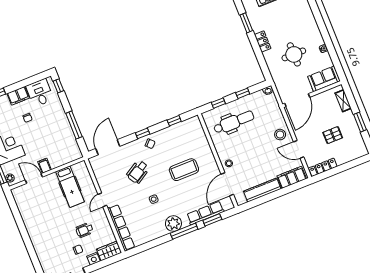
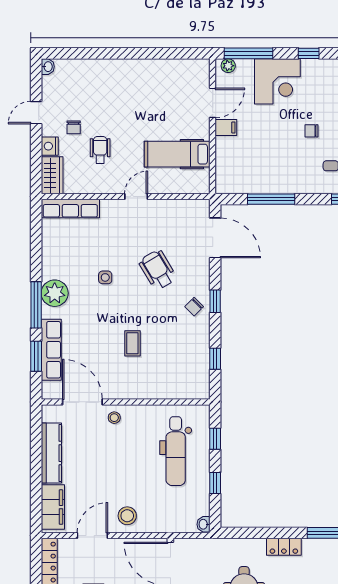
coffee table: (184, 170) -> (132, 343), width x0.54, depth x0.58
door: (102, 200) -> (136, 197), hinge flipped
row of seats: (121, 228) -> (70, 209), width x0.73

